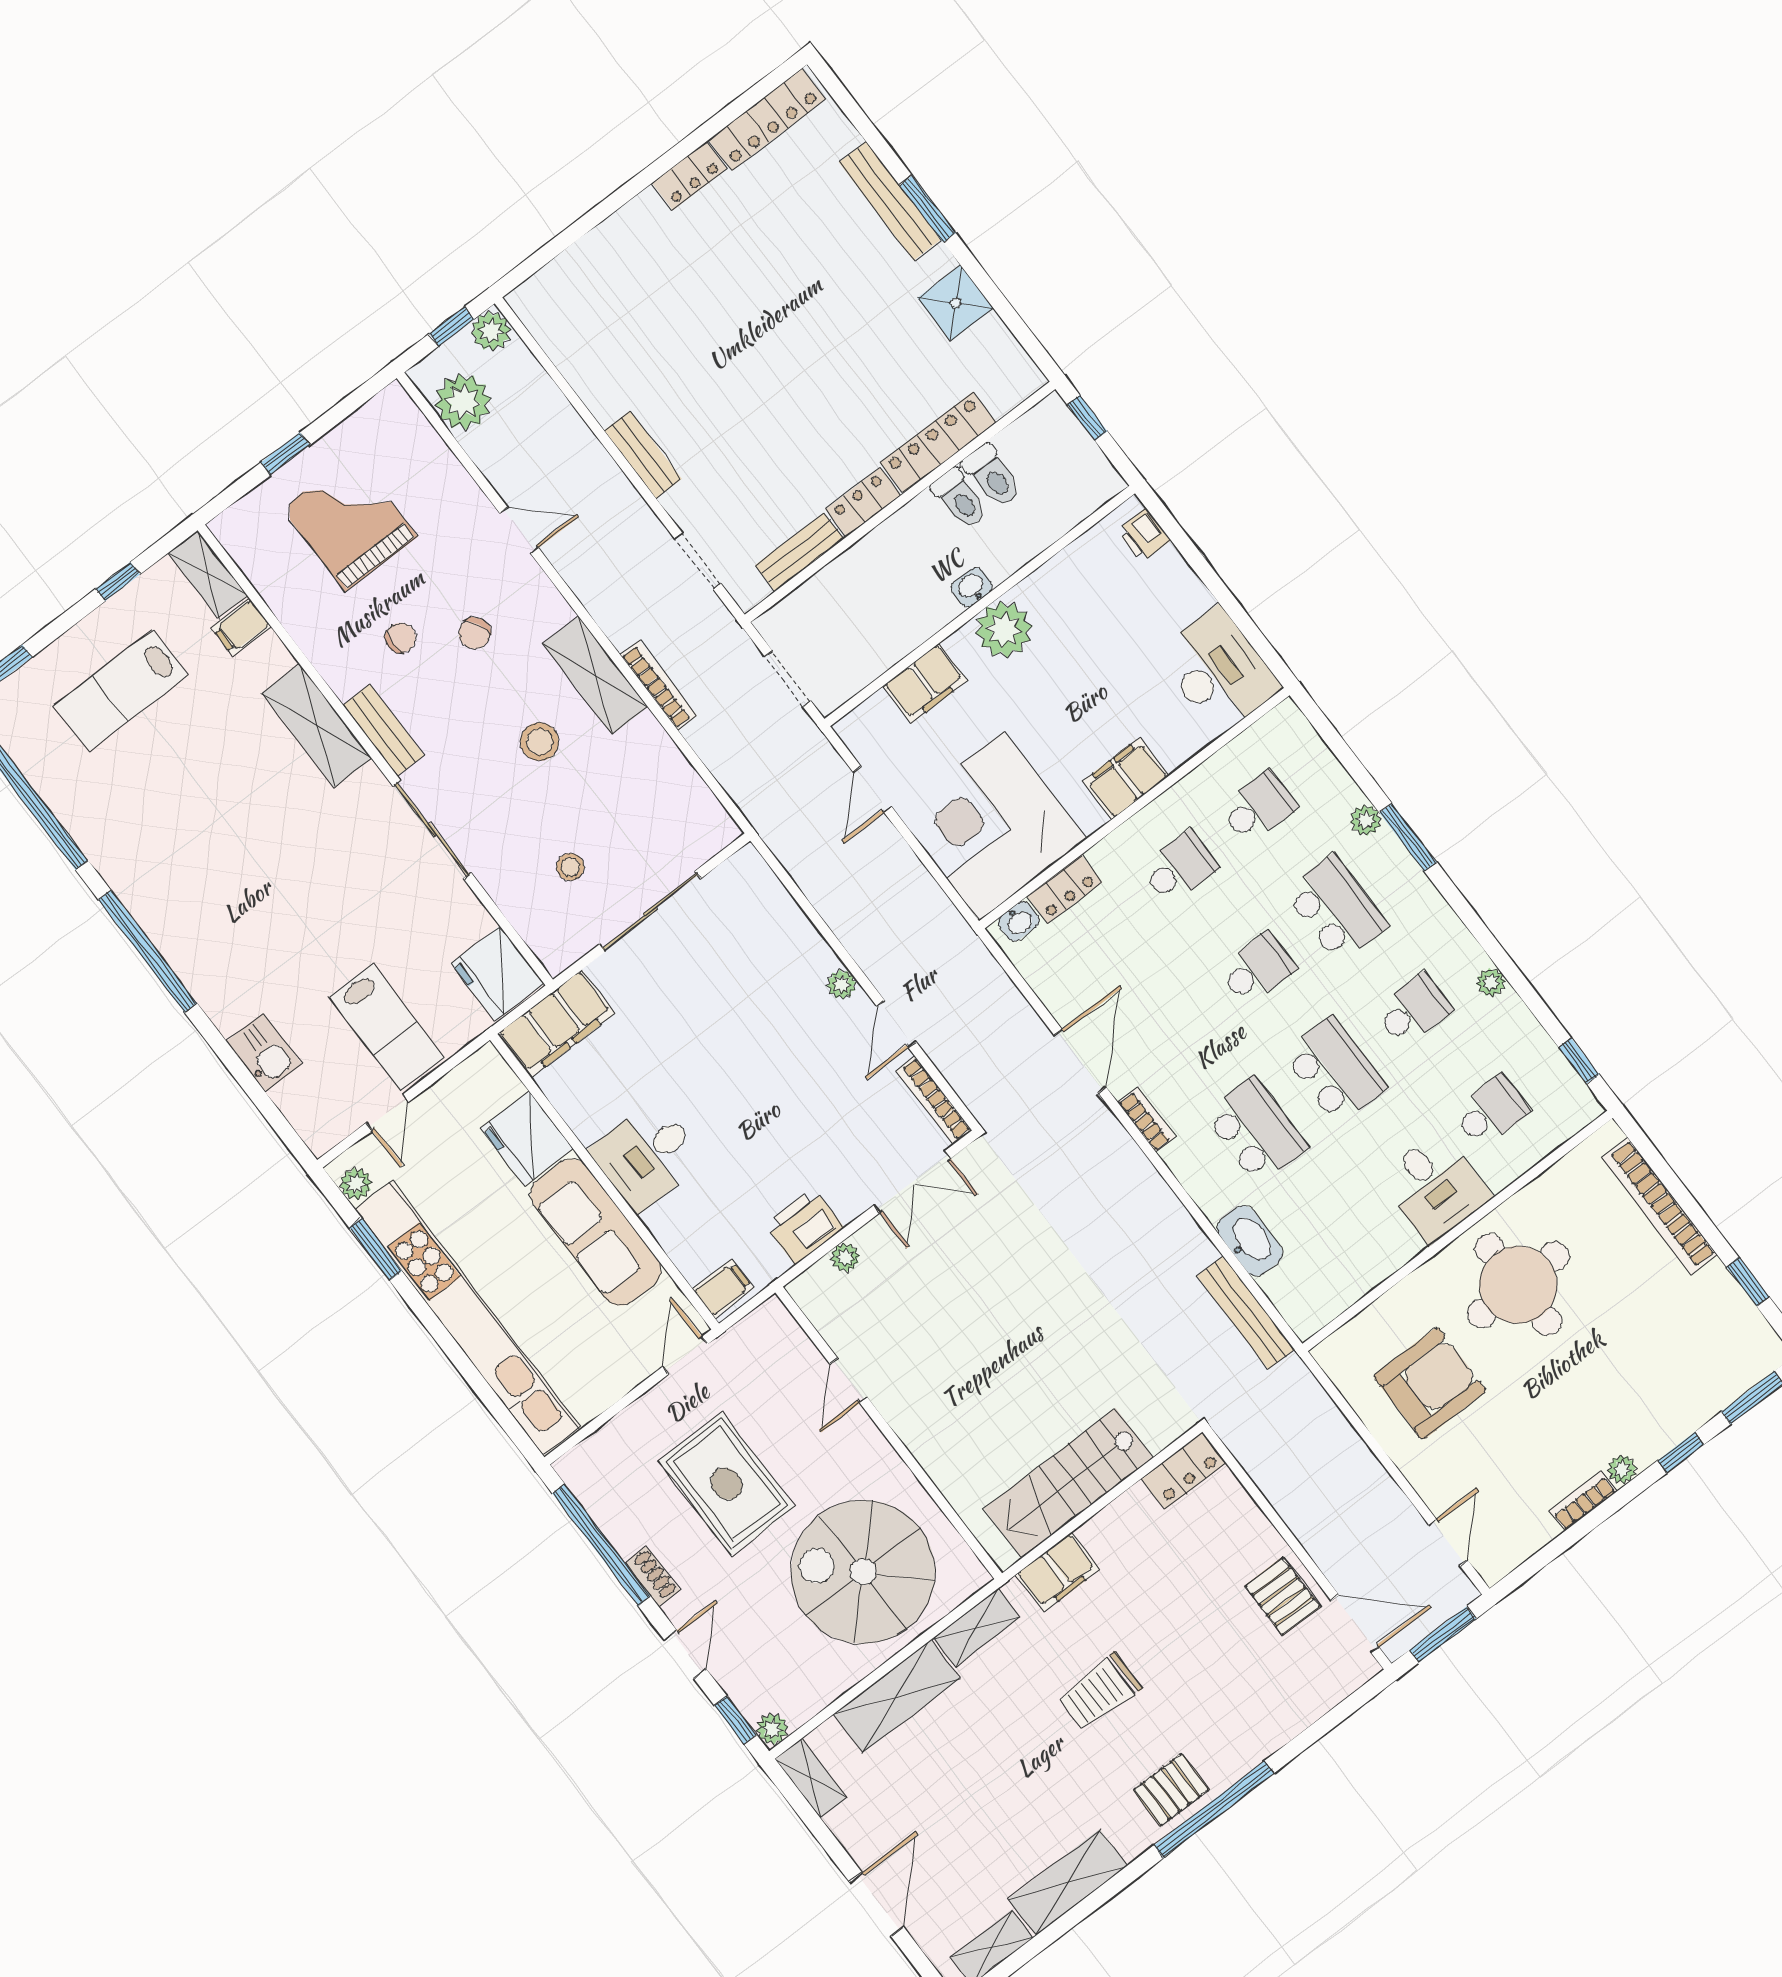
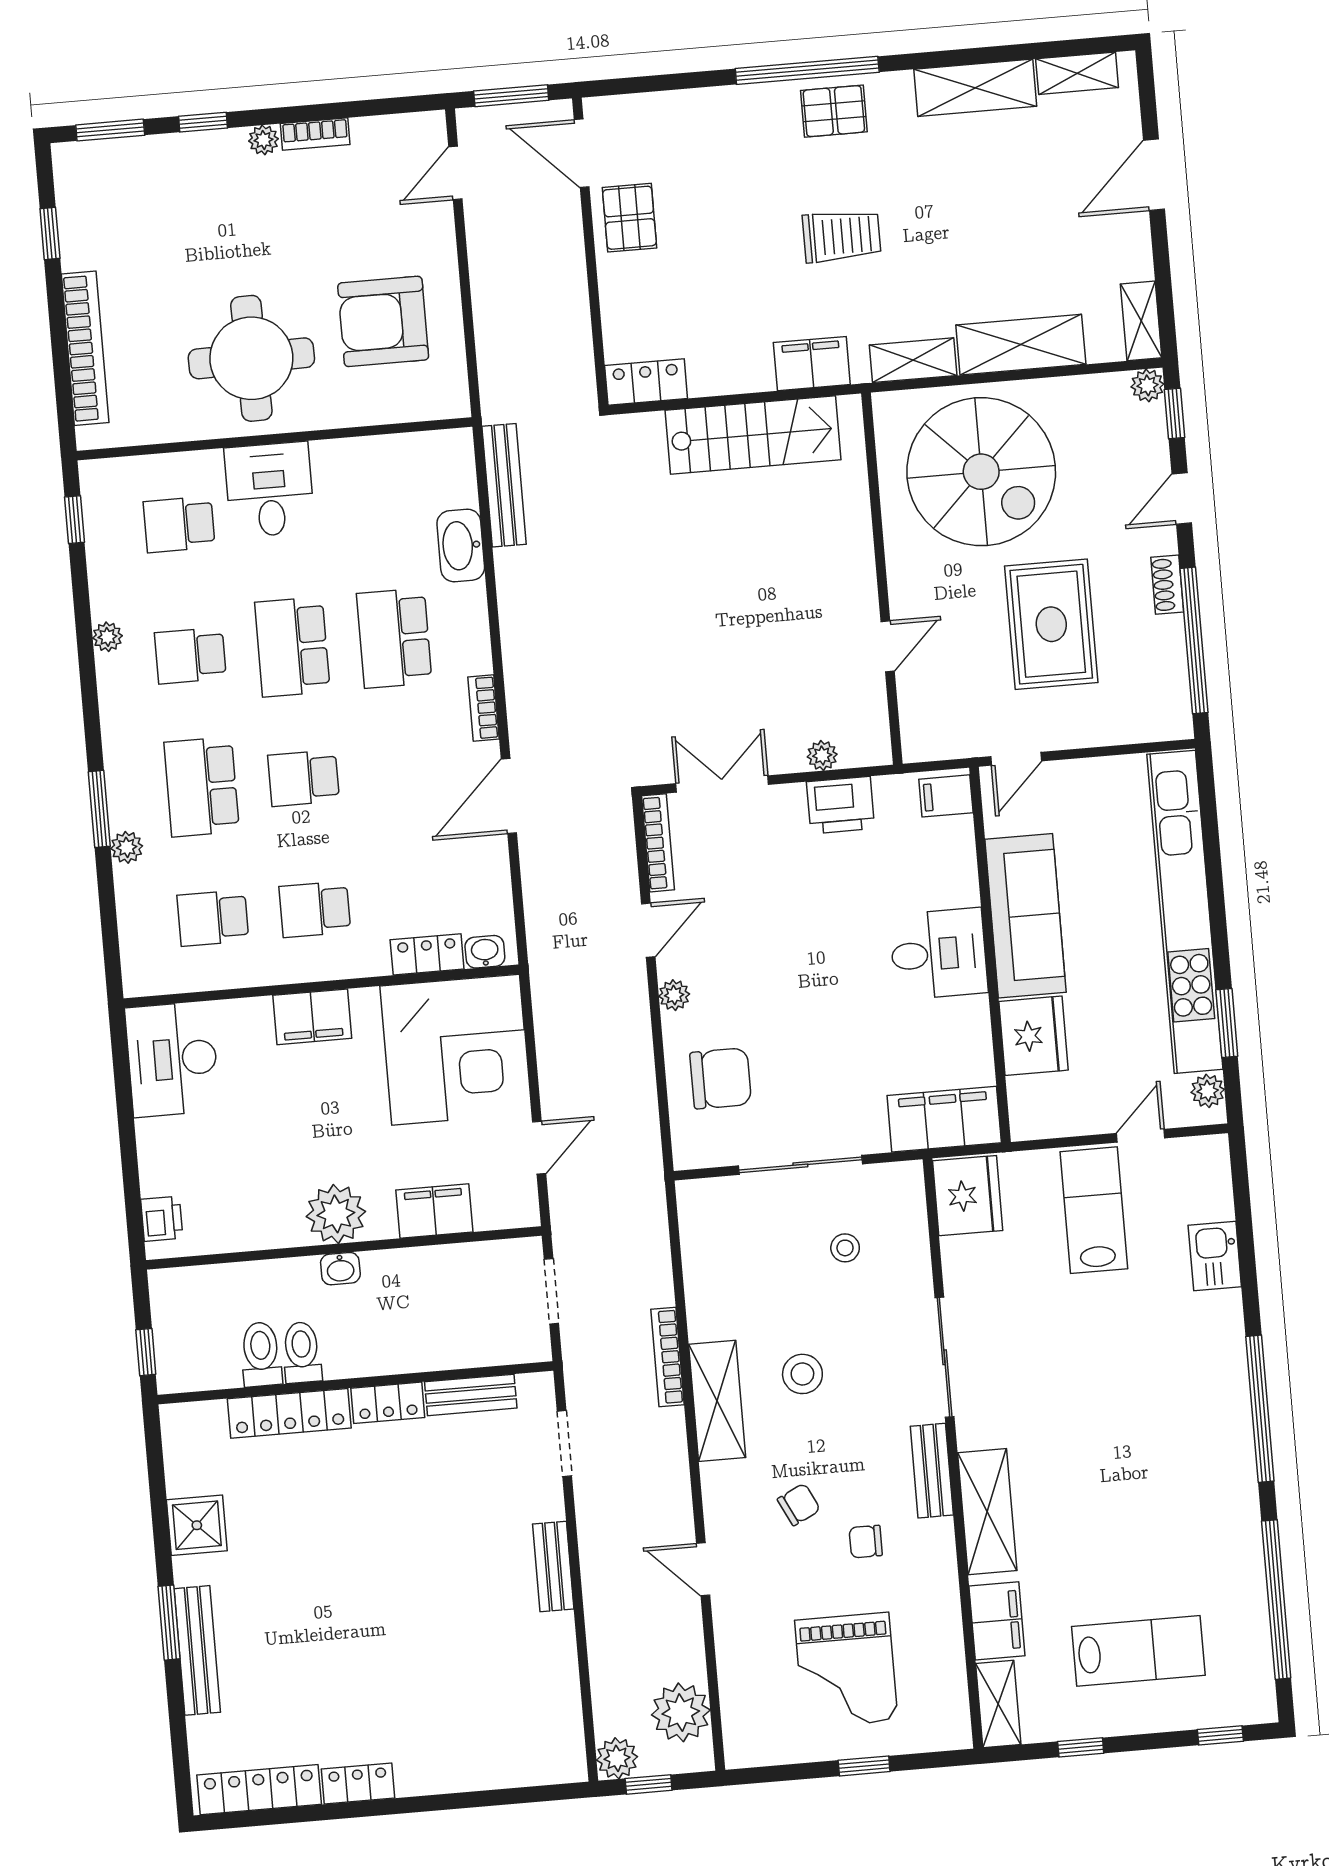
filing cabinet: (241, 627) -> (997, 1621), width x2.00
chair: (760, 941) -> (721, 1078), added

